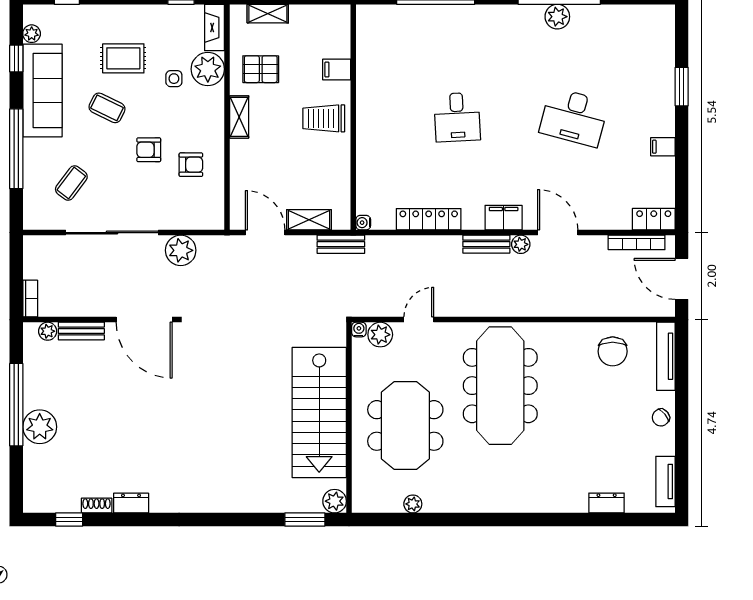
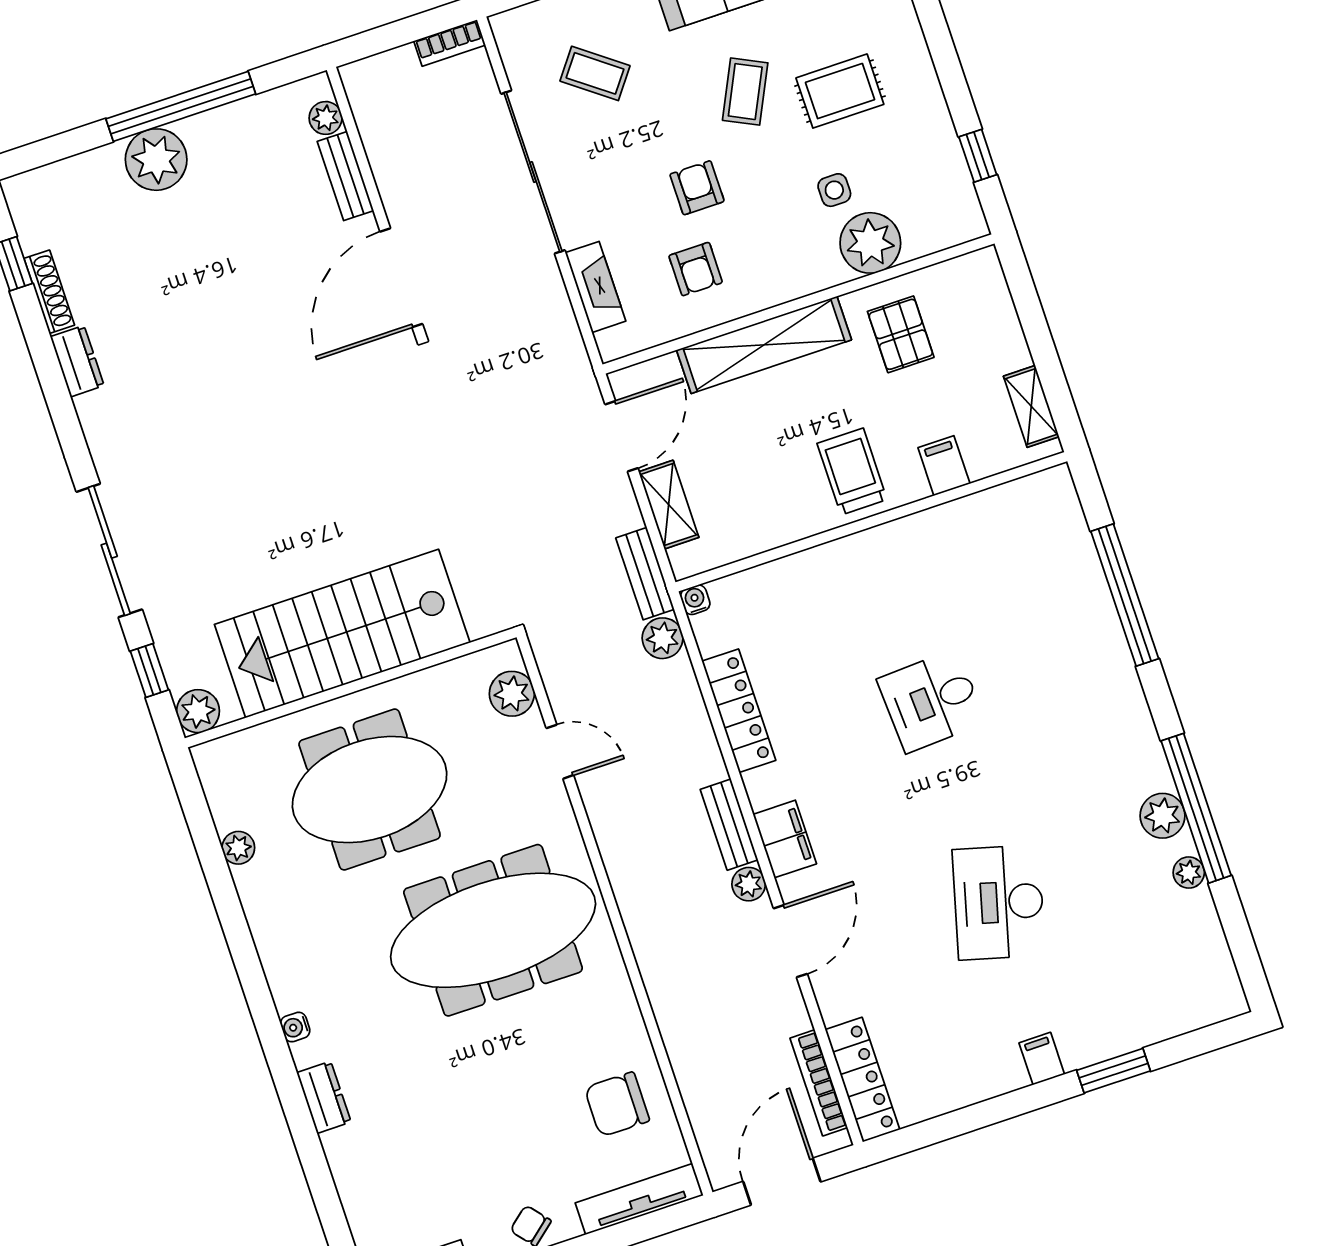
plant: (591, 13) -> (1189, 873), added
shelving: (268, 14) -> (1031, 406), moved
fireplace: (215, 27) -> (595, 287), moved, turned 90
rug: (123, 58) -> (840, 91), turned 90
shelving: (239, 117) -> (764, 345), width x2.20, depth x1.33
filing cabinet: (663, 147) -> (1042, 1059), moved
locker: (654, 219) -> (862, 1080), width x1.53
plant: (181, 250) -> (663, 638), moved, width x0.73, depth x0.73
bookcase: (30, 299) -> (450, 43), moved
water cooler: (359, 330) -> (295, 1027), moved, turned 180
dresser: (607, 503) -> (324, 1097), moved
shoe rack: (97, 506) -> (49, 292), width x1.43
sliding door: (235, 519) -> (109, 551), added
window: (305, 519) -> (149, 671), width x0.67

